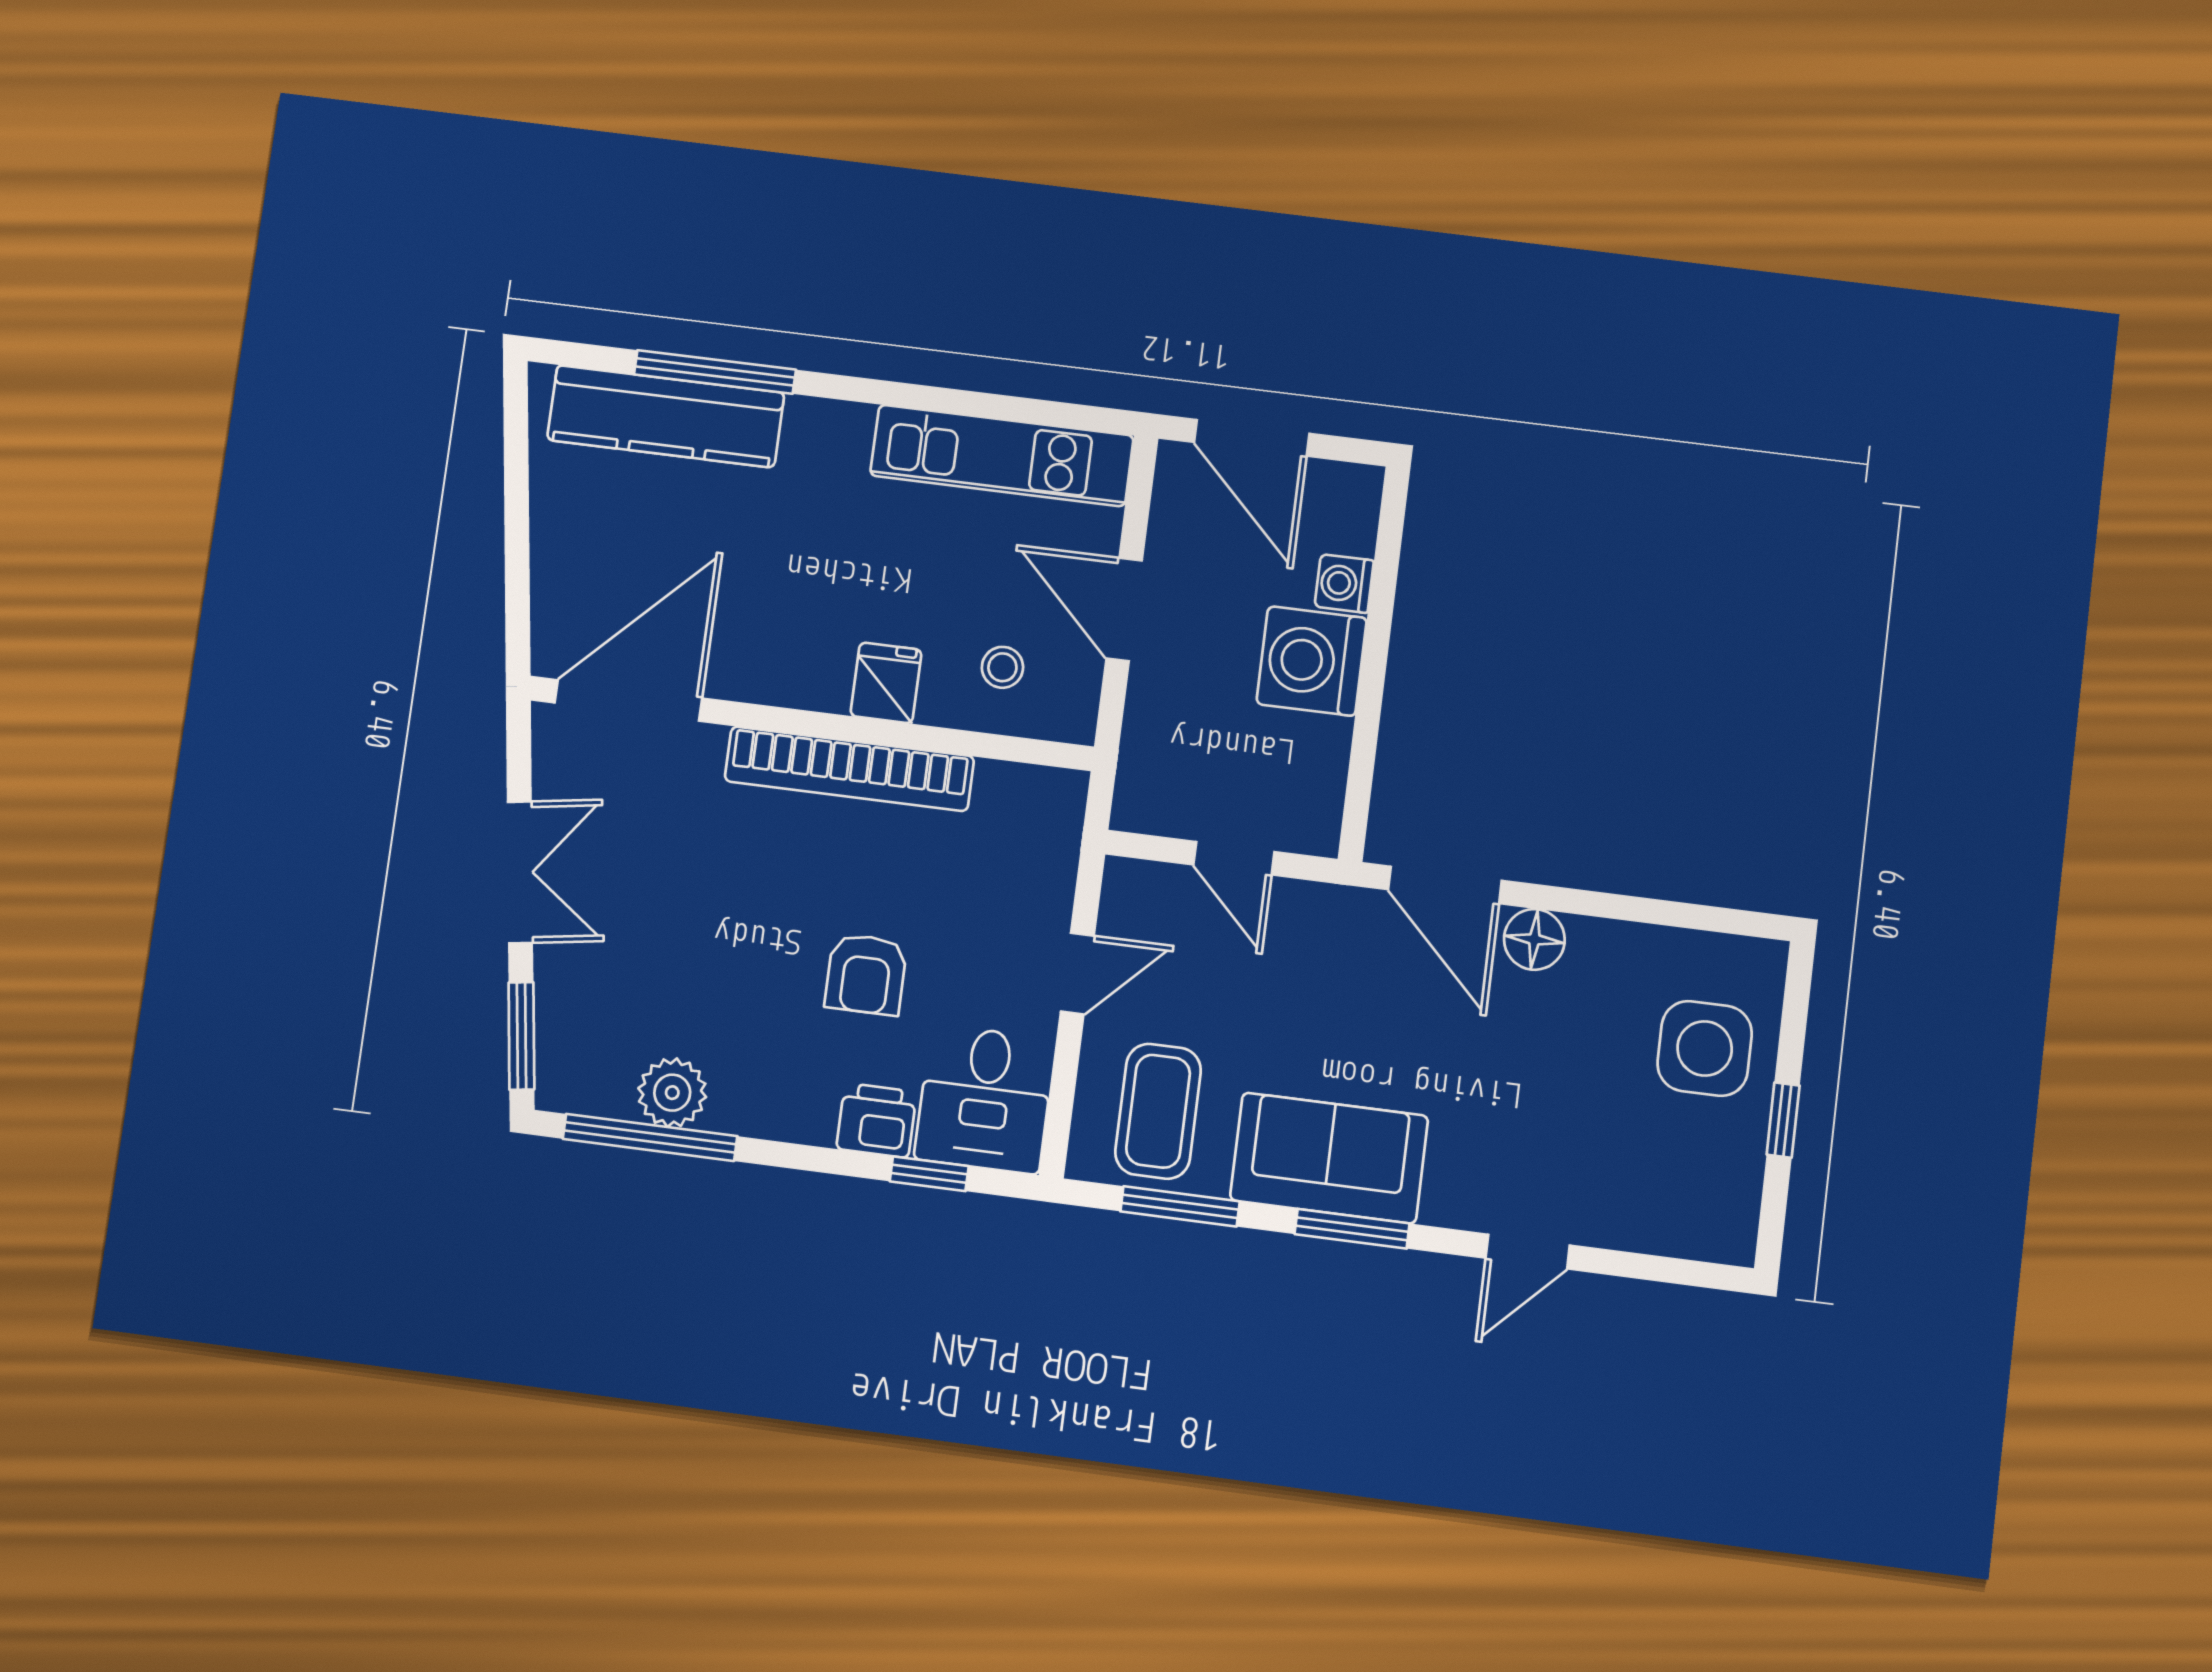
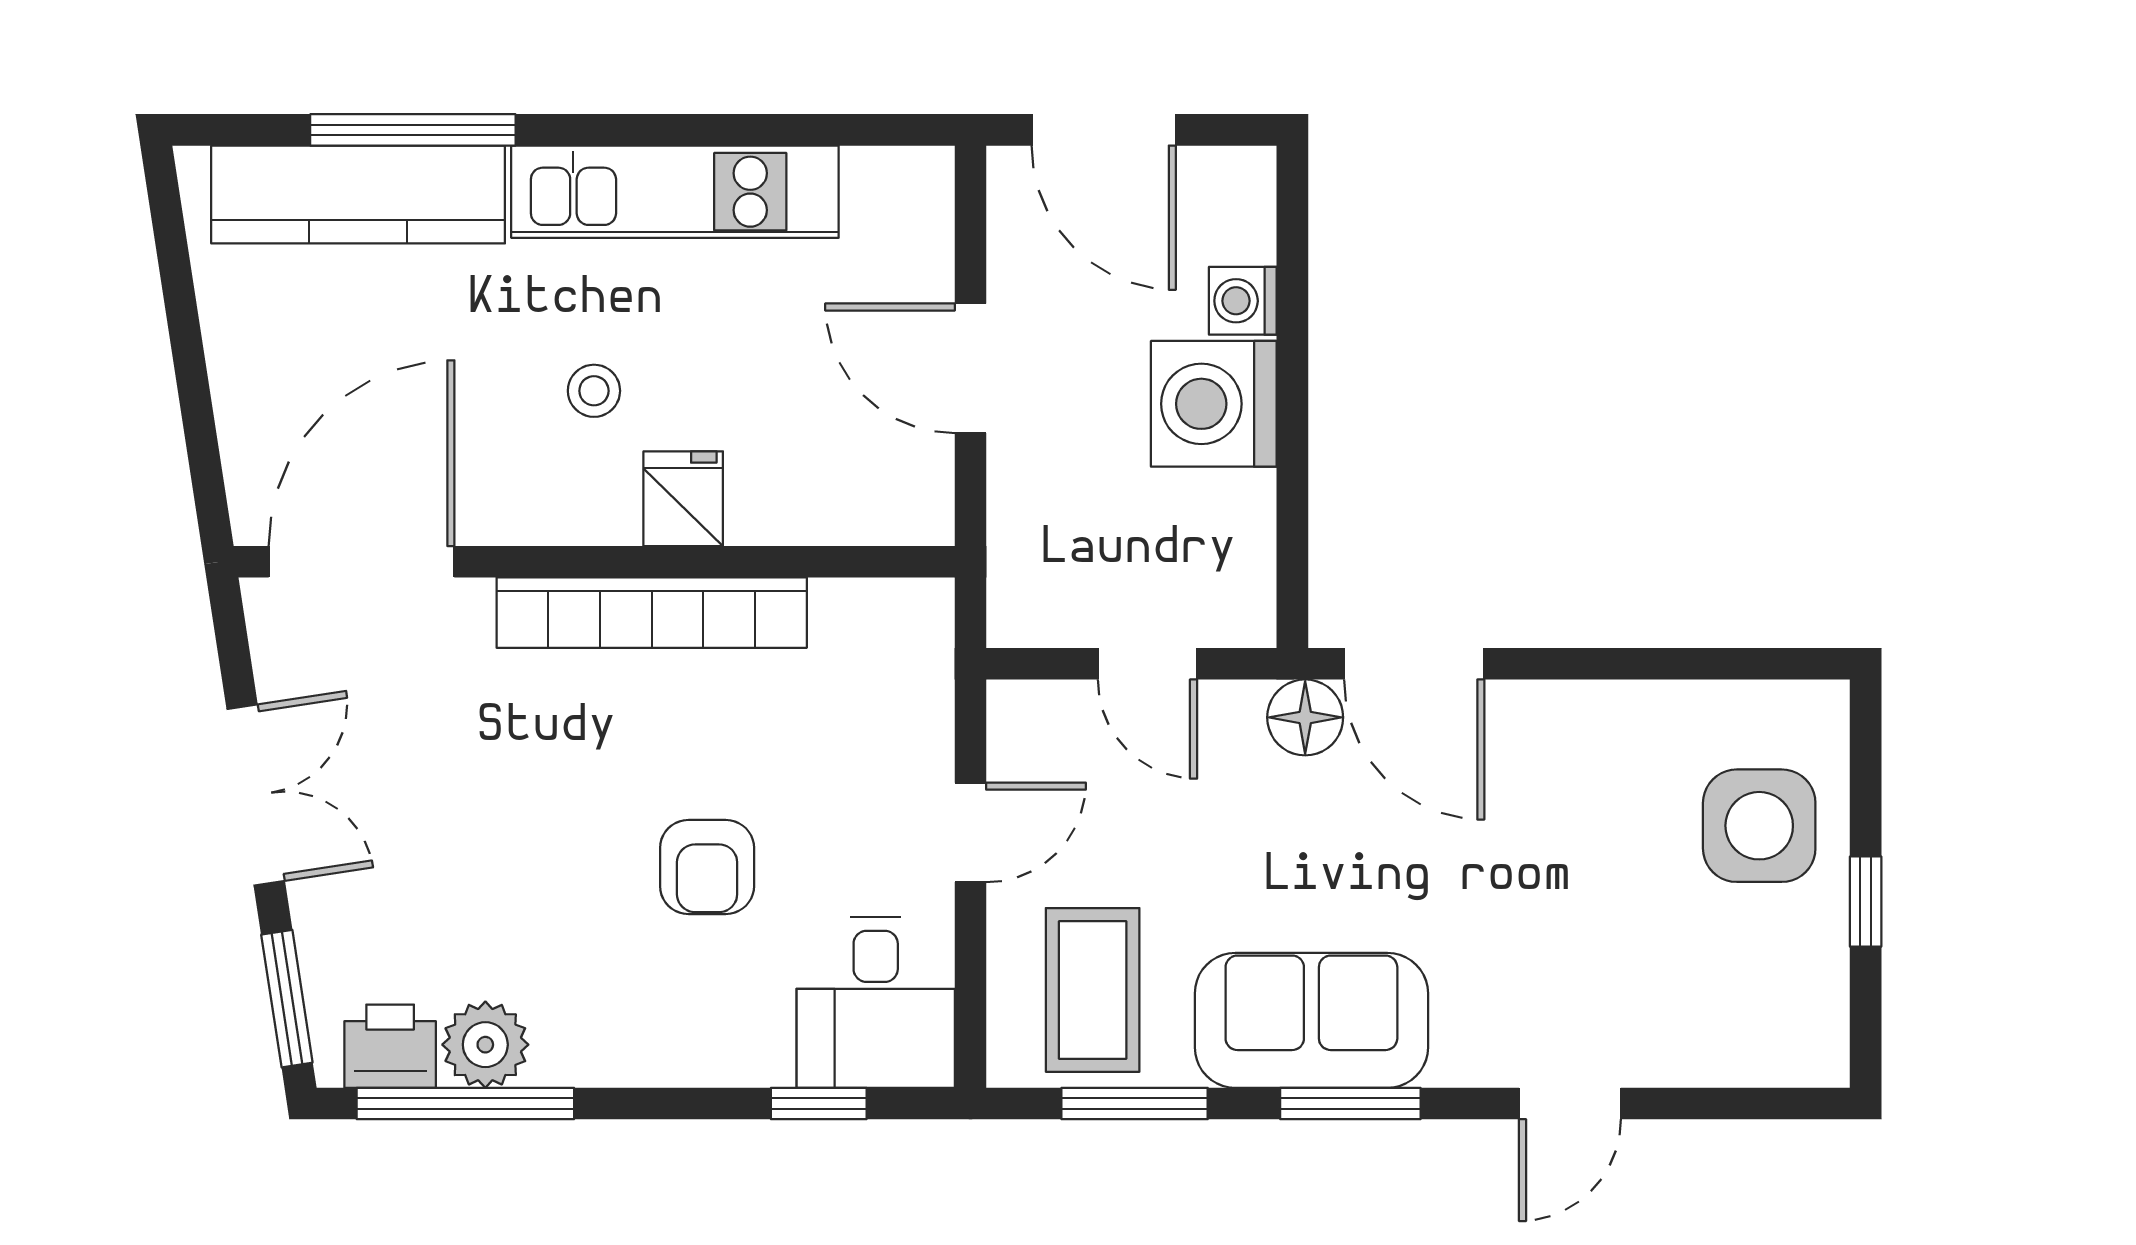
kitchen unit: (1002, 456) -> (675, 192), moved
stool: (1002, 667) -> (594, 391), moved
floor lamp: (1534, 939) -> (1305, 717), moved
printer: (876, 1120) -> (390, 1046), moved

